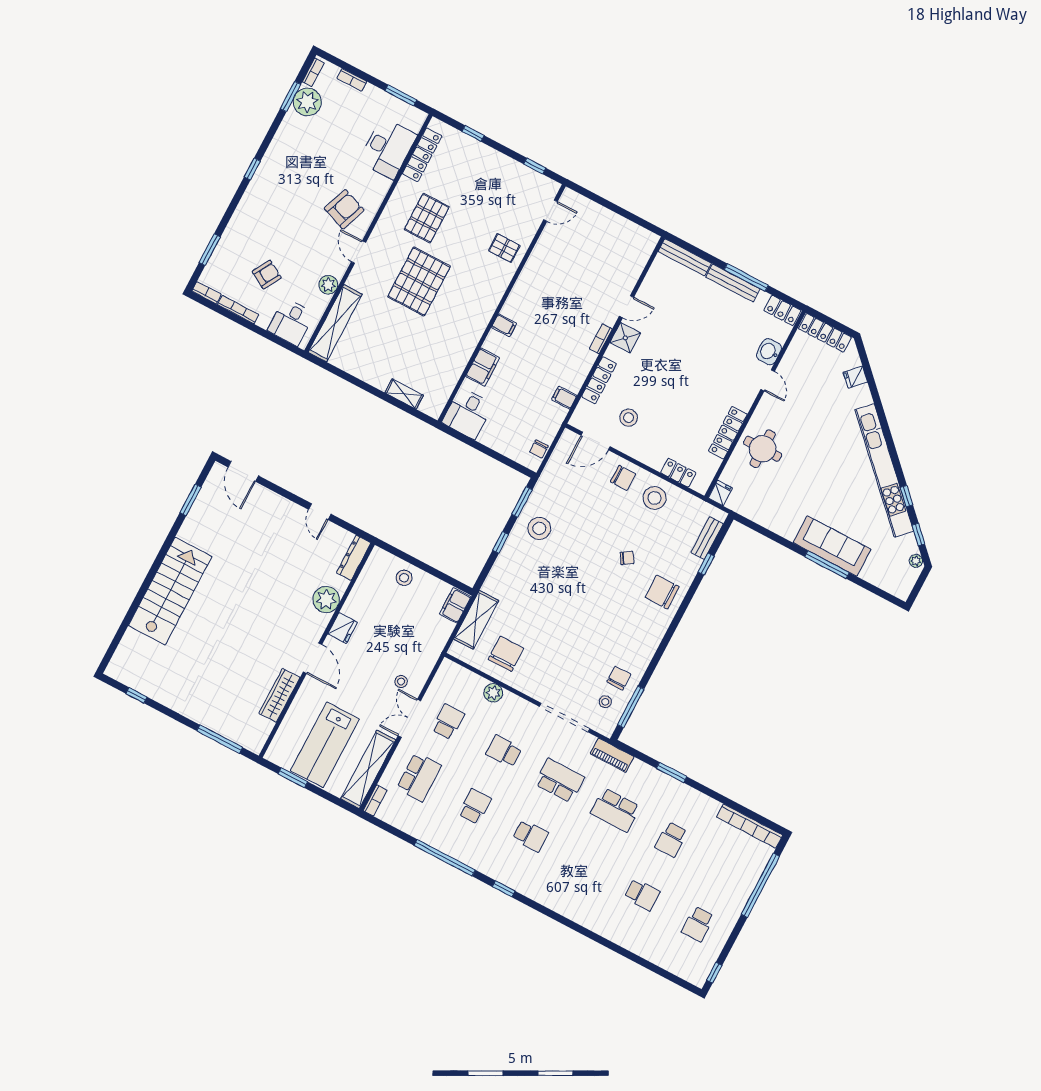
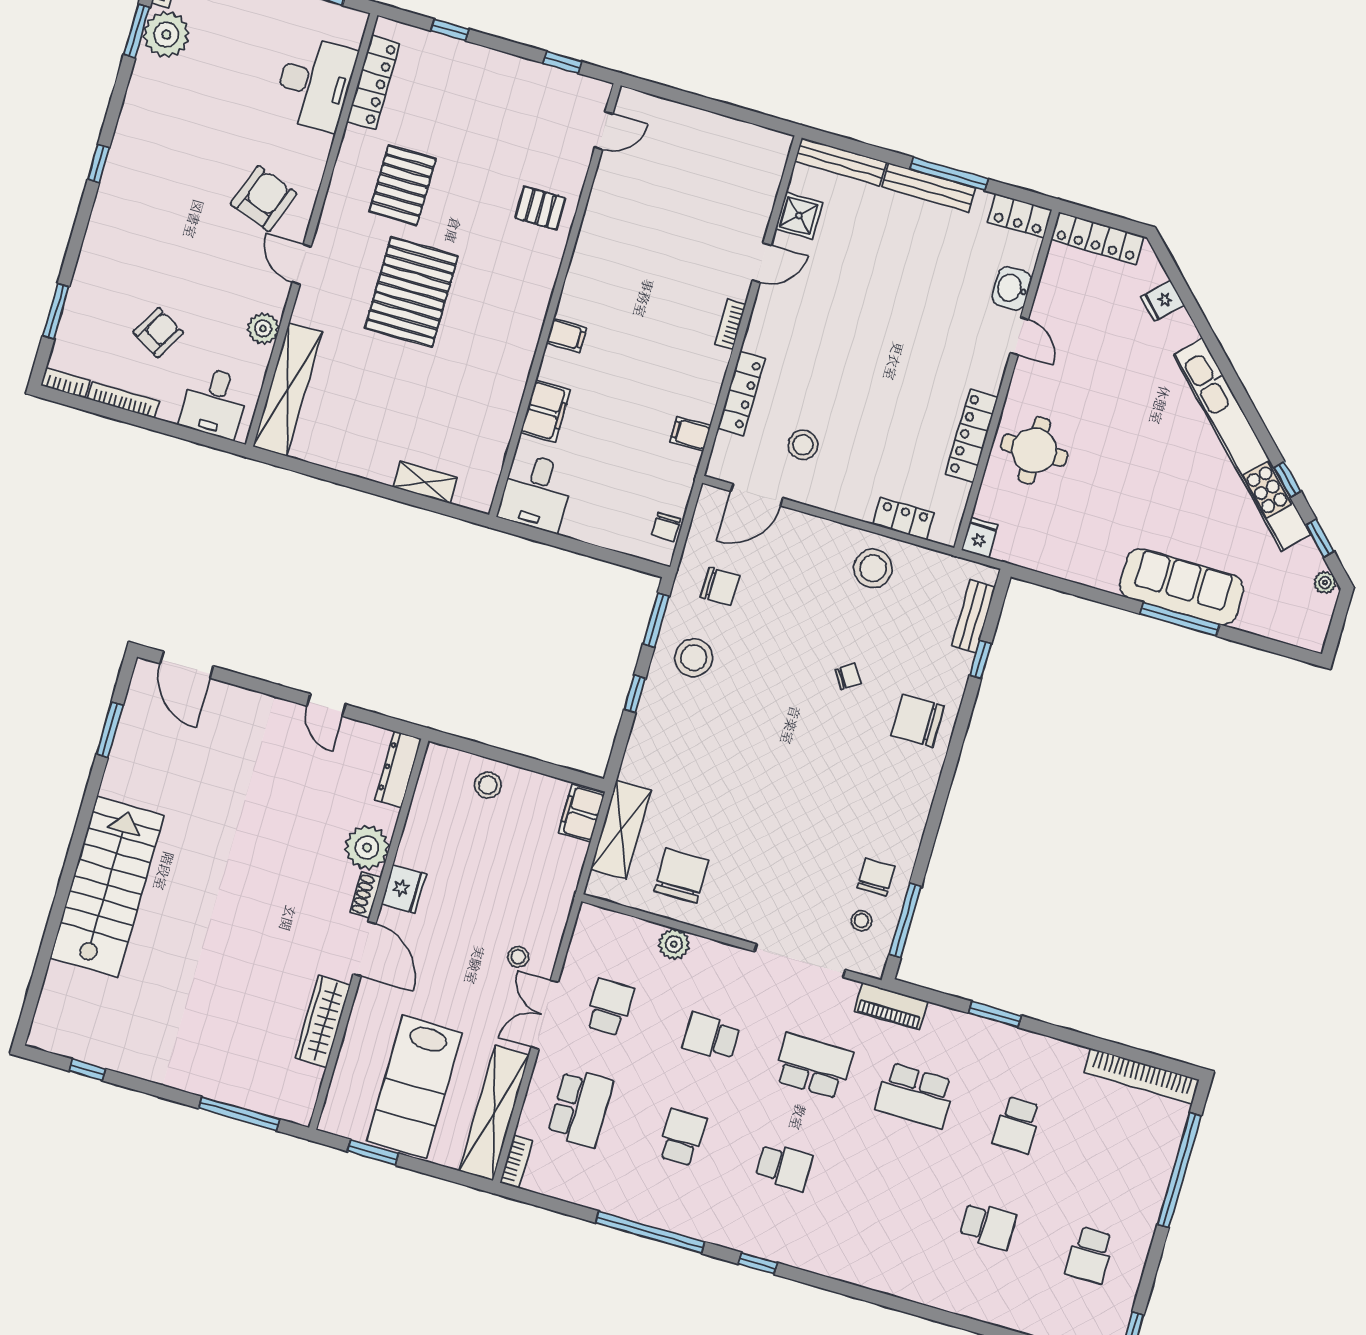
shower: (625, 338) -> (799, 216), moved
chair: (623, 478) -> (720, 587), moved
shoe rack: (320, 627) -> (366, 895), added

